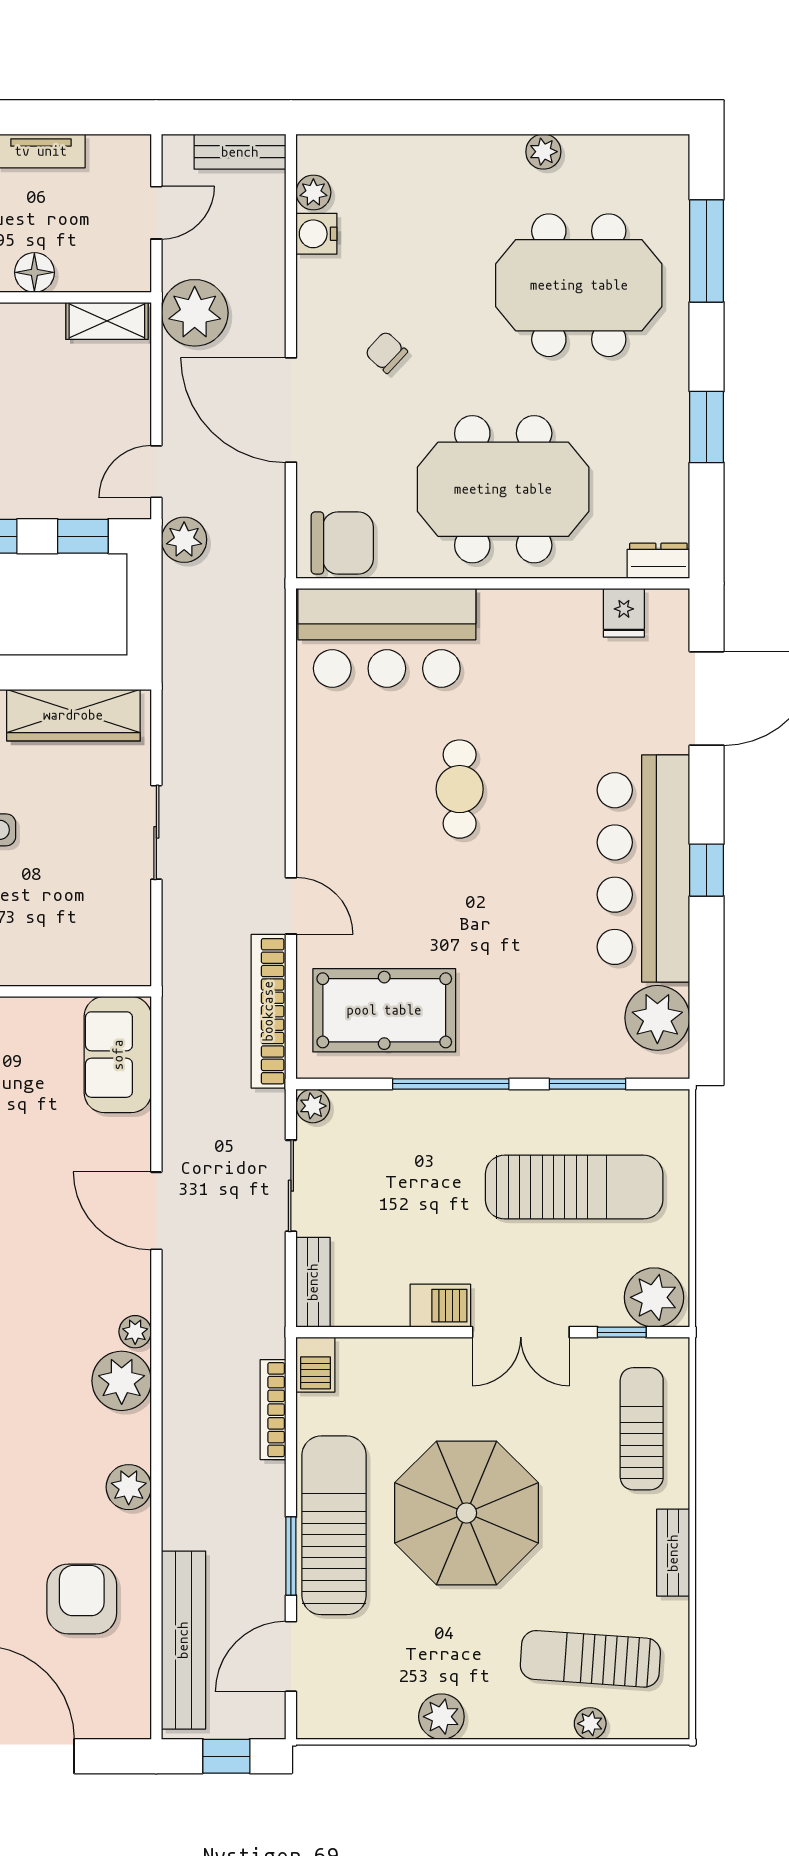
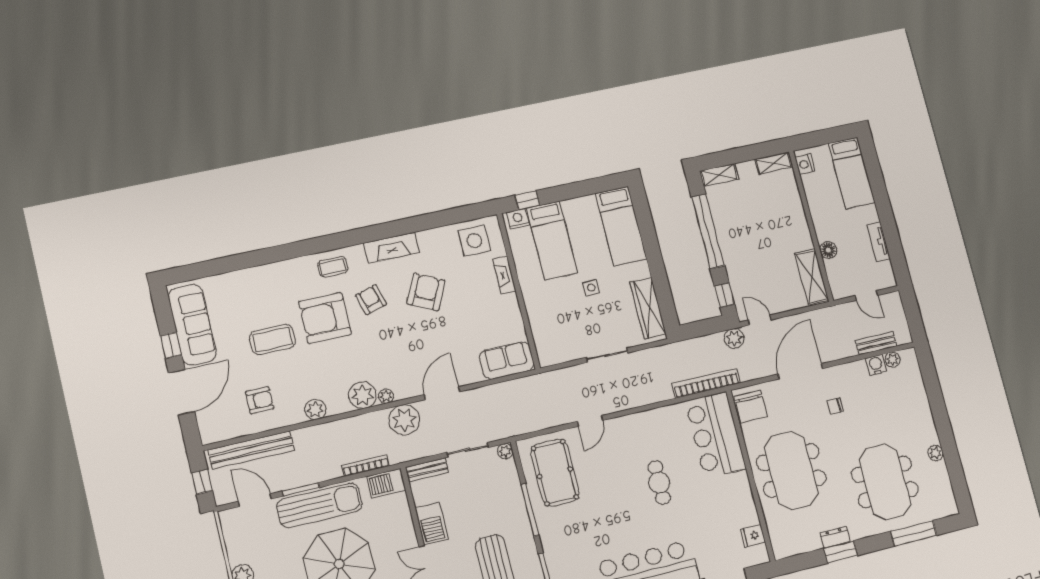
bench: (240, 152) -> (876, 343), moved, turned 90
plant: (195, 313) -> (404, 420), moved
shelving: (107, 321) -> (812, 277), width x1.50, depth x1.33
chair: (386, 352) -> (835, 406), turned -133
dresser: (658, 561) -> (835, 537), moved, turned -90
cafe table: (460, 789) -> (659, 483), turned 90
bookcase: (268, 1011) -> (706, 383), moved
barbecue: (440, 1306) -> (432, 523), width x1.38, depth x1.27
barbecue: (315, 1365) -> (386, 483), width x1.38, depth x1.27
armchair: (82, 1599) -> (260, 400), width x0.72, depth x0.72

